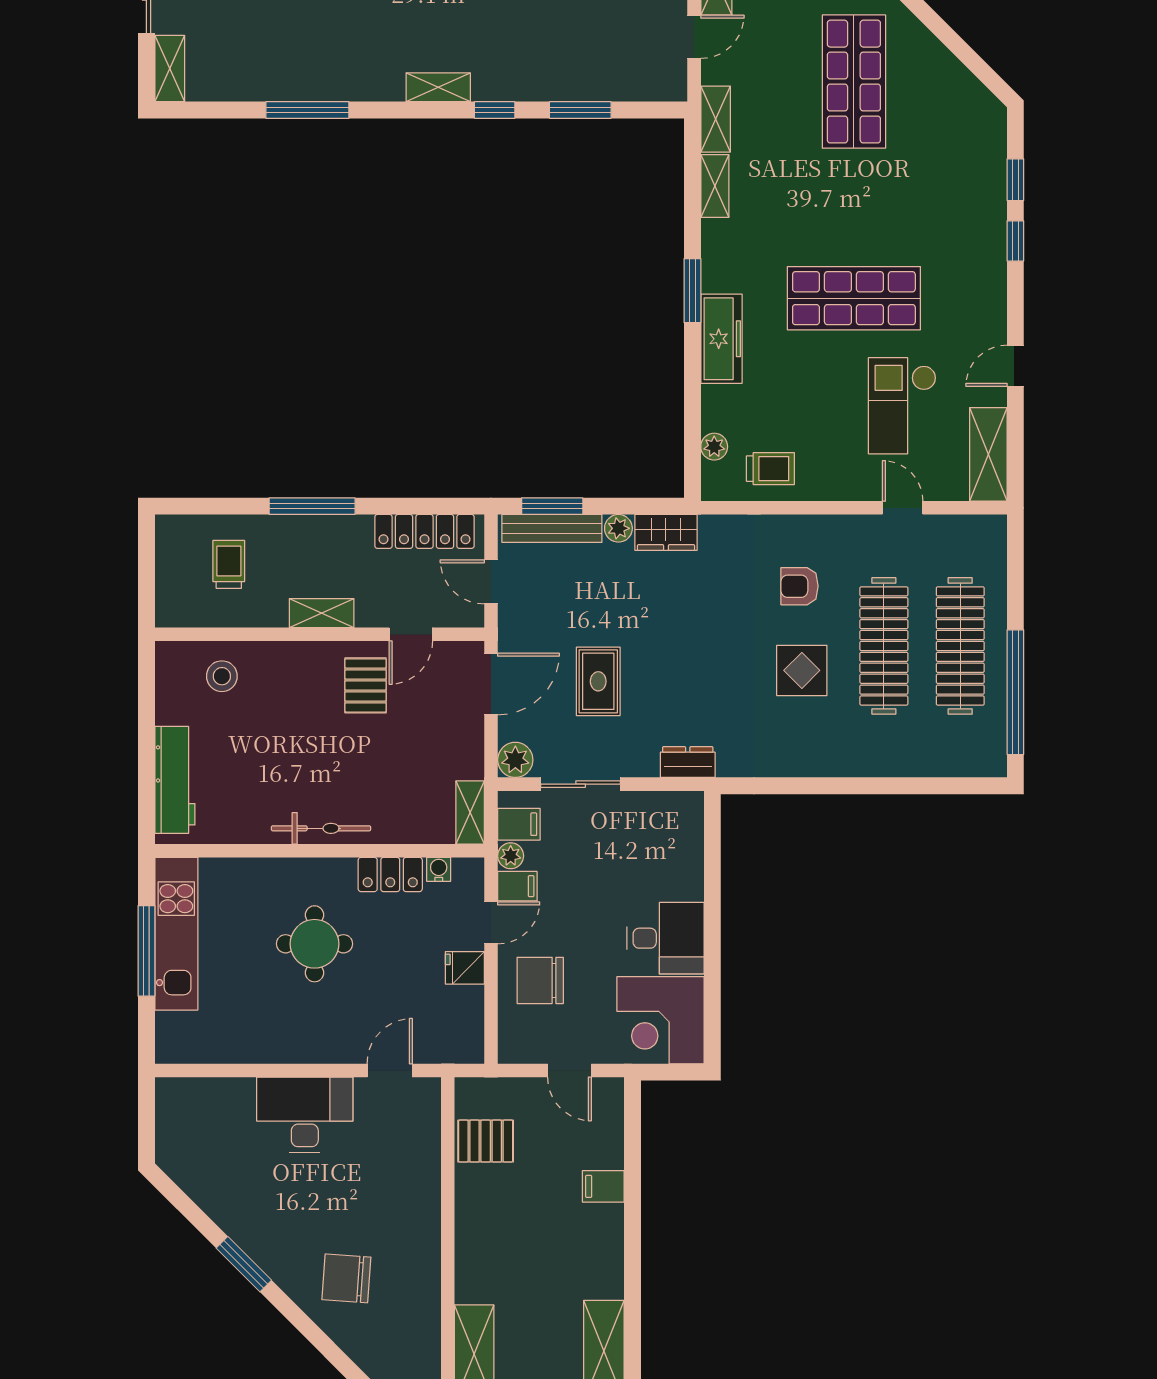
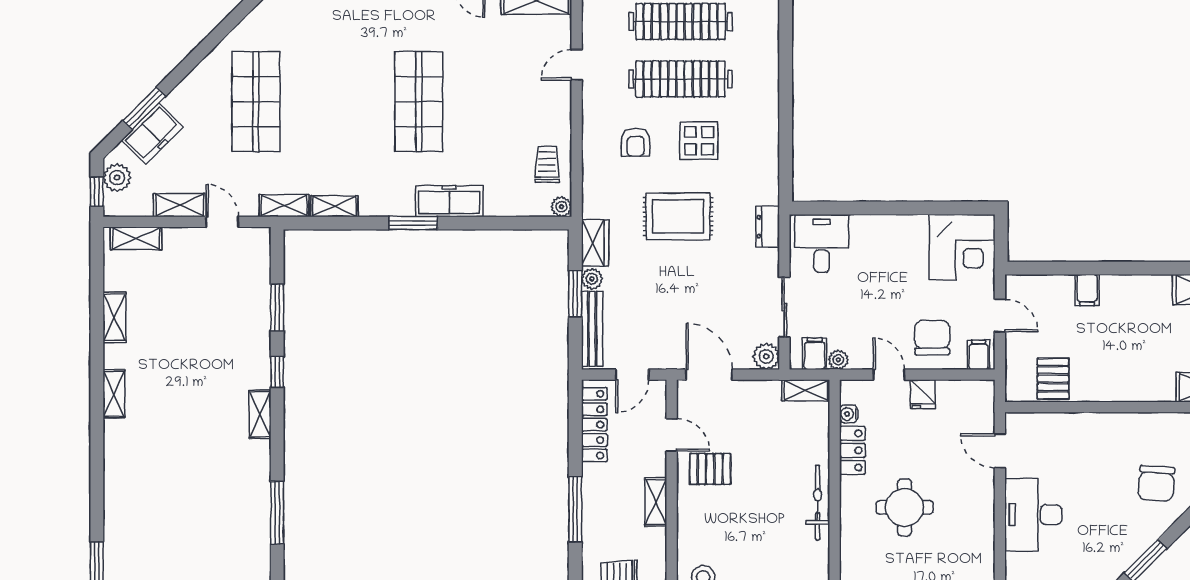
shop shelf: (854, 82) -> (256, 102), turned 90
checkout: (902, 406) -> (500, 65), removed
plant: (714, 447) -> (561, 207), moved
window: (552, 506) -> (575, 294), moved
rug: (598, 681) -> (678, 216), moved, width x1.36, depth x1.43
filing cabinet: (517, 886) -> (979, 355), moved
desk: (666, 938) -> (822, 243), moved
chair: (540, 980) -> (932, 338), turned 180
door: (569, 1070) -> (1000, 316), hinge flipped

